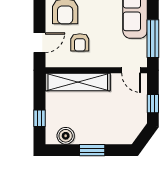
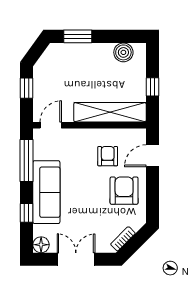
door: (131, 70) -> (51, 125), hinge flipped
window: (39, 118) -> (152, 87), moved
window: (92, 150) -> (78, 36), moved

